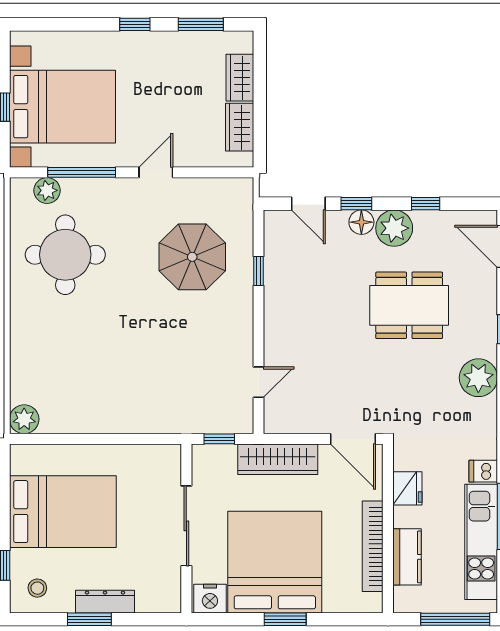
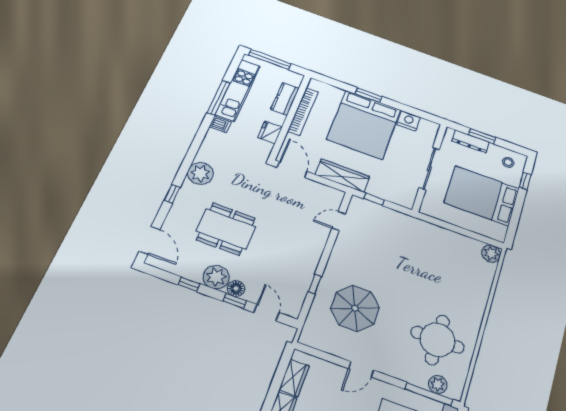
window: (82, 172) -> (429, 394), moved
sliding door: (186, 526) -> (429, 168), moved
wall: (186, 528) -> (430, 167), moved

